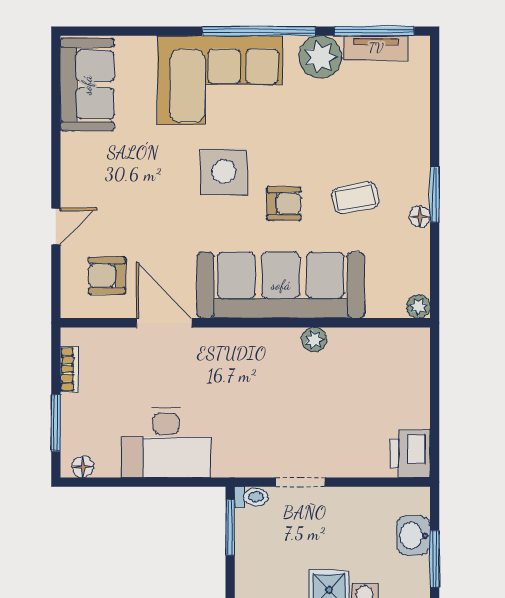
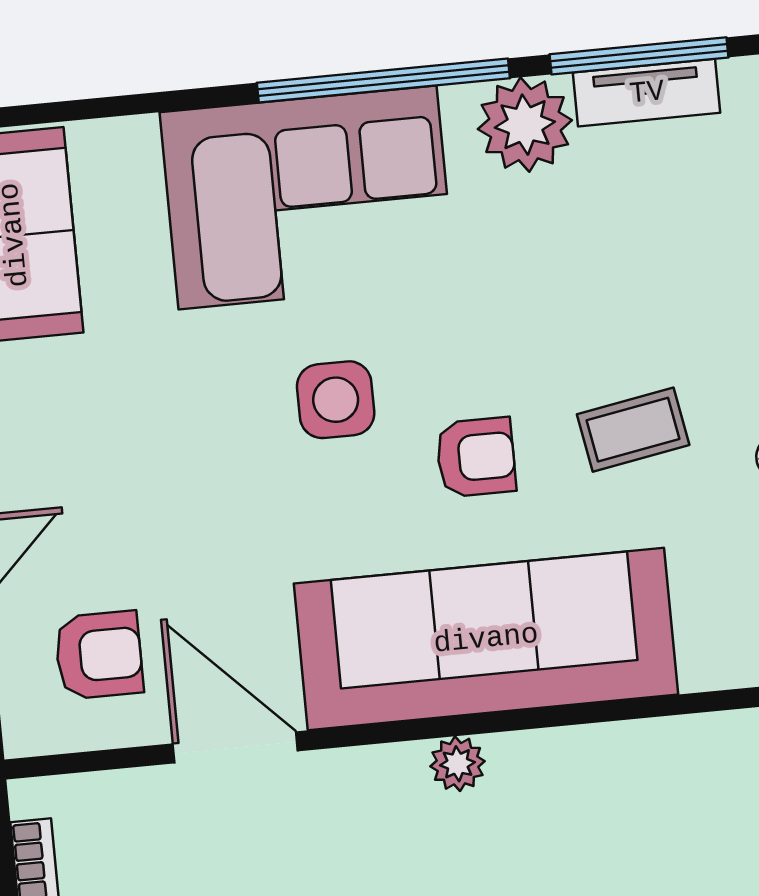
side table: (224, 172) -> (336, 400), width x0.73, depth x0.73
armchair: (107, 276) -> (99, 655), turned 180
plant: (314, 340) -> (457, 764), moved

